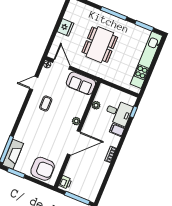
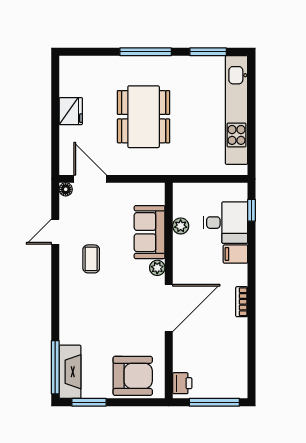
sofa: (81, 83) -> (150, 232), moved, turned 90

